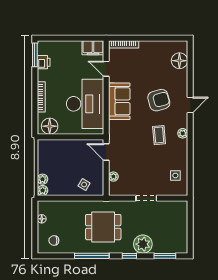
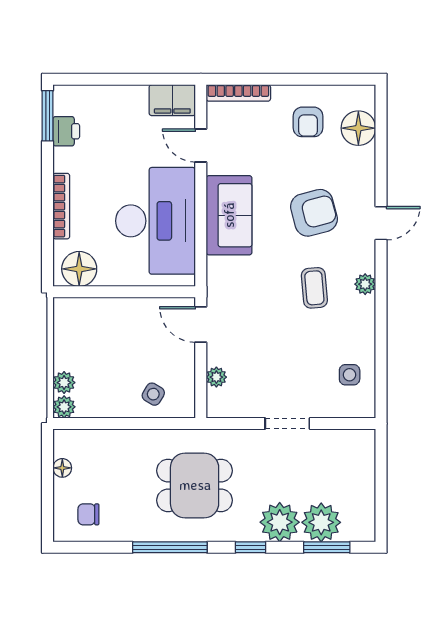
armchair: (156, 58) -> (308, 122), added
plant: (162, 244) -> (321, 522), added

